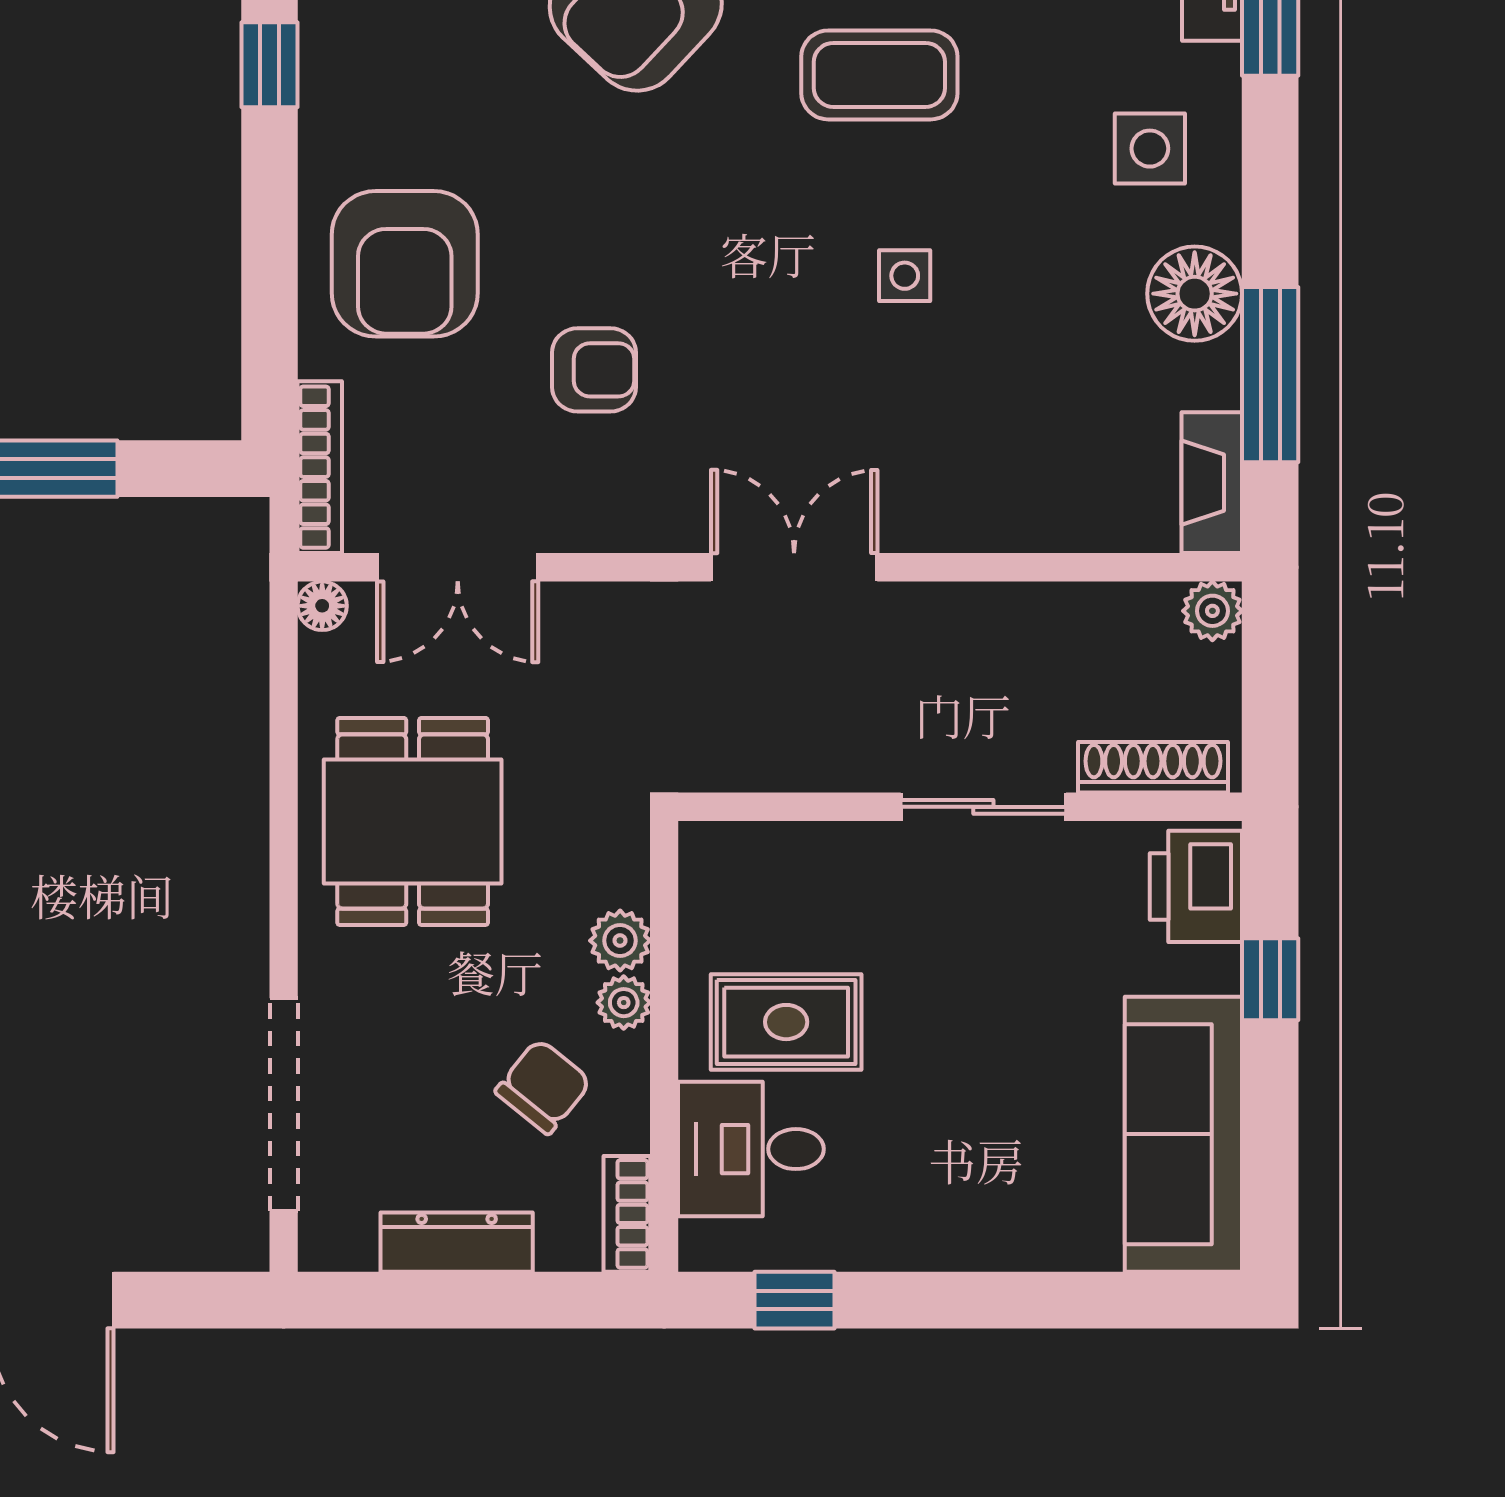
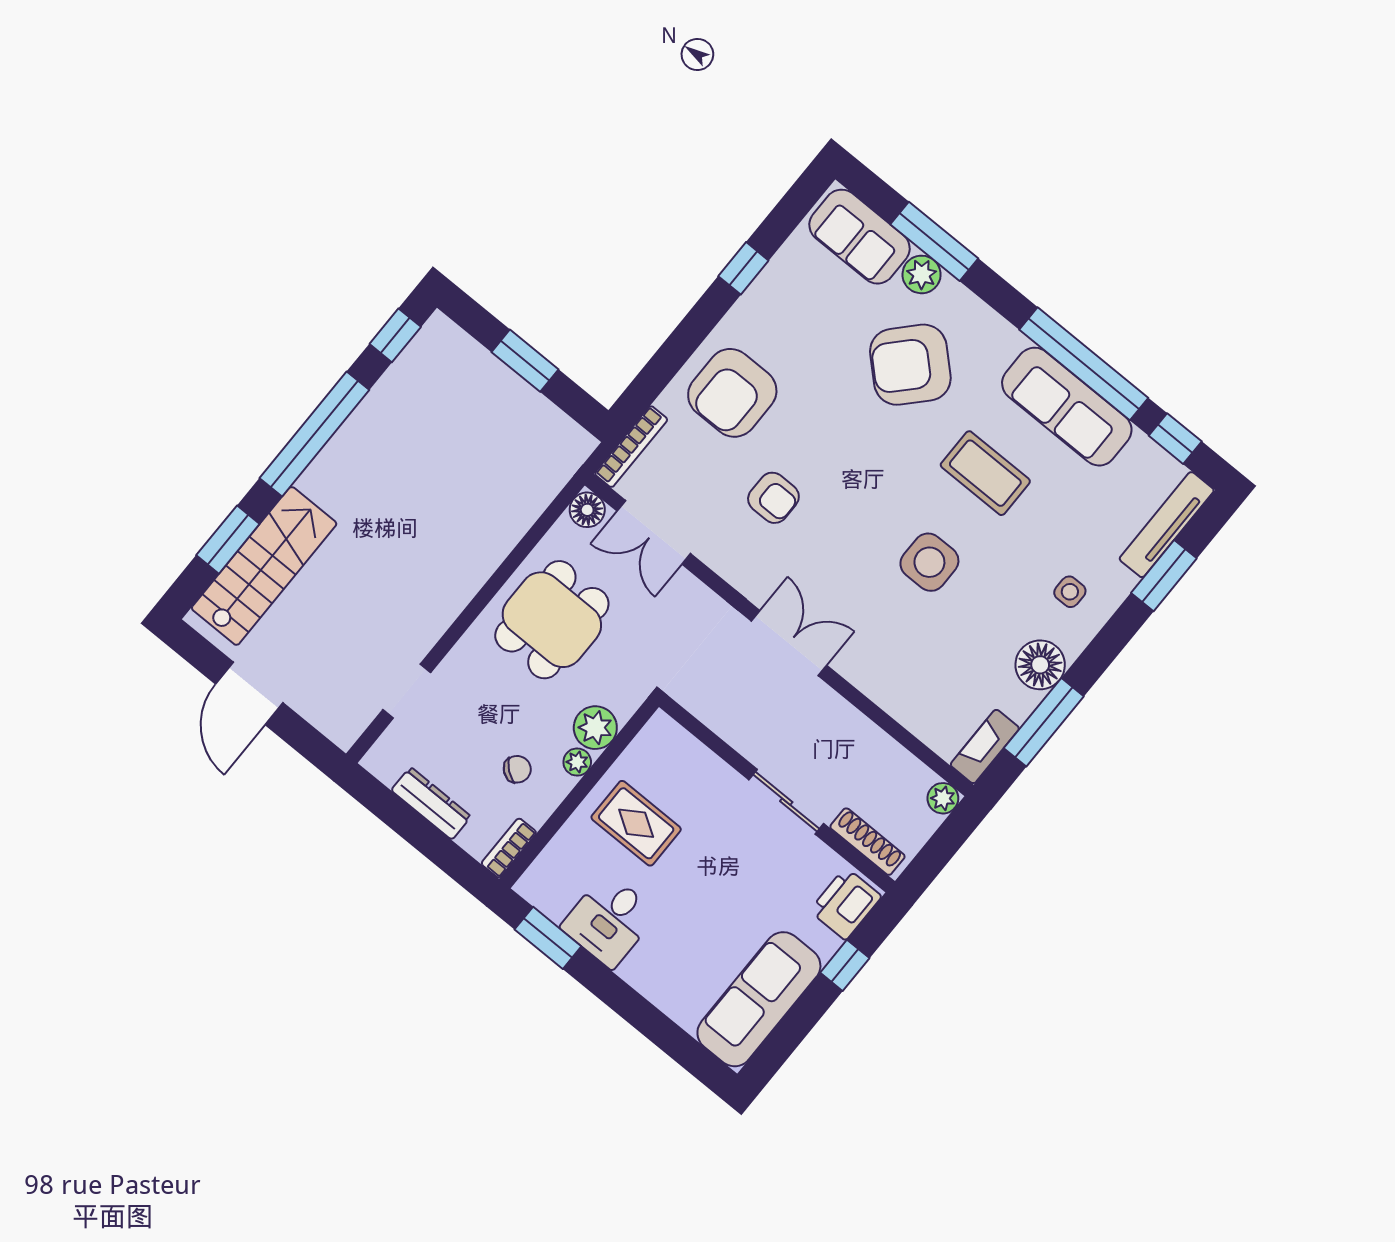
side table: (1150, 149) -> (1070, 592), width x0.73, depth x0.73
side table: (905, 276) -> (929, 562), width x1.87, depth x1.87
floor lamp: (322, 606) -> (587, 510), width x1.37, depth x1.37
plant: (620, 941) -> (595, 728), width x1.38, depth x1.38
chair: (543, 1086) -> (517, 769), width x0.73, depth x0.73
doorway: (284, 1105) -> (407, 691), width x0.53
desk: (751, 1149) -> (609, 920), moved, turned -90
window: (795, 1300) -> (548, 938), width x1.50

